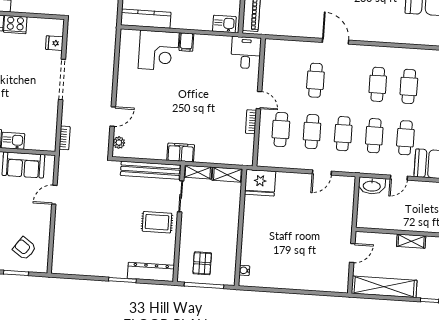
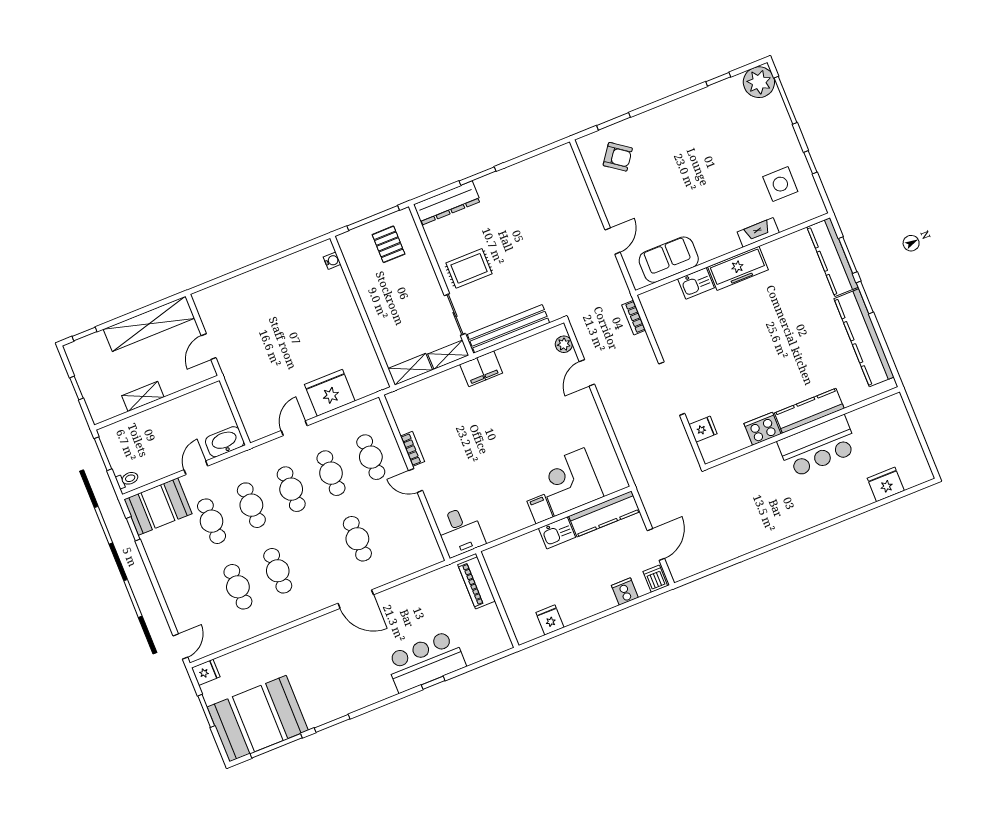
kitchen sink: (224, 24) -> (557, 533), moved
fridge: (260, 183) -> (330, 393), moved

